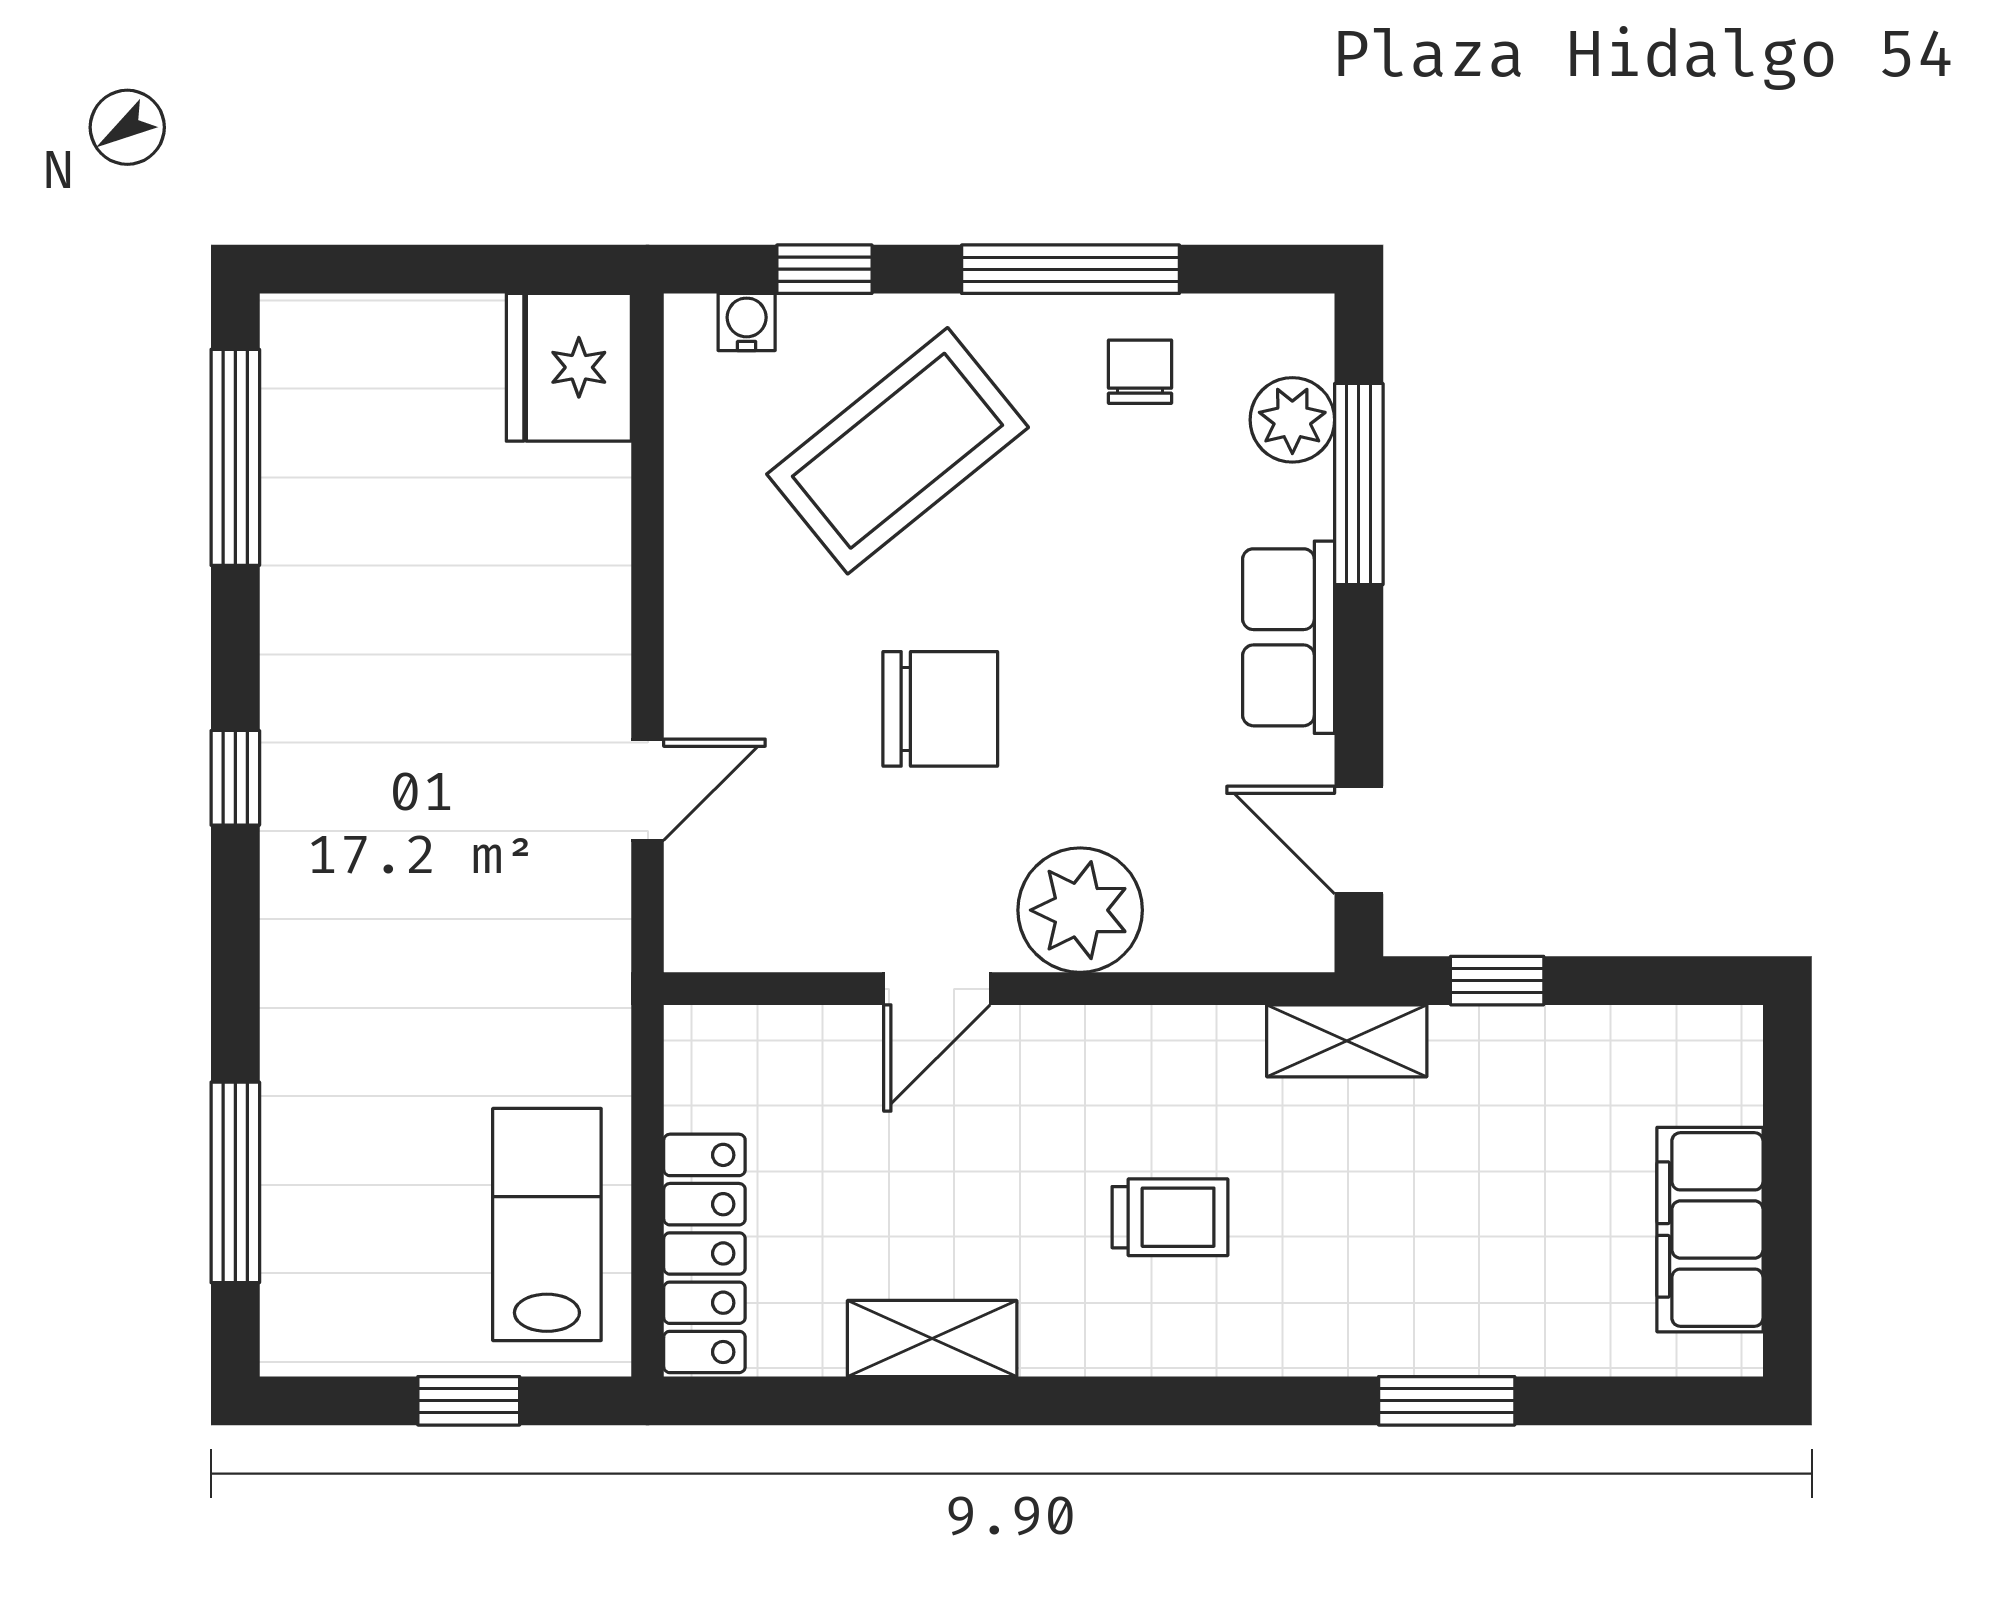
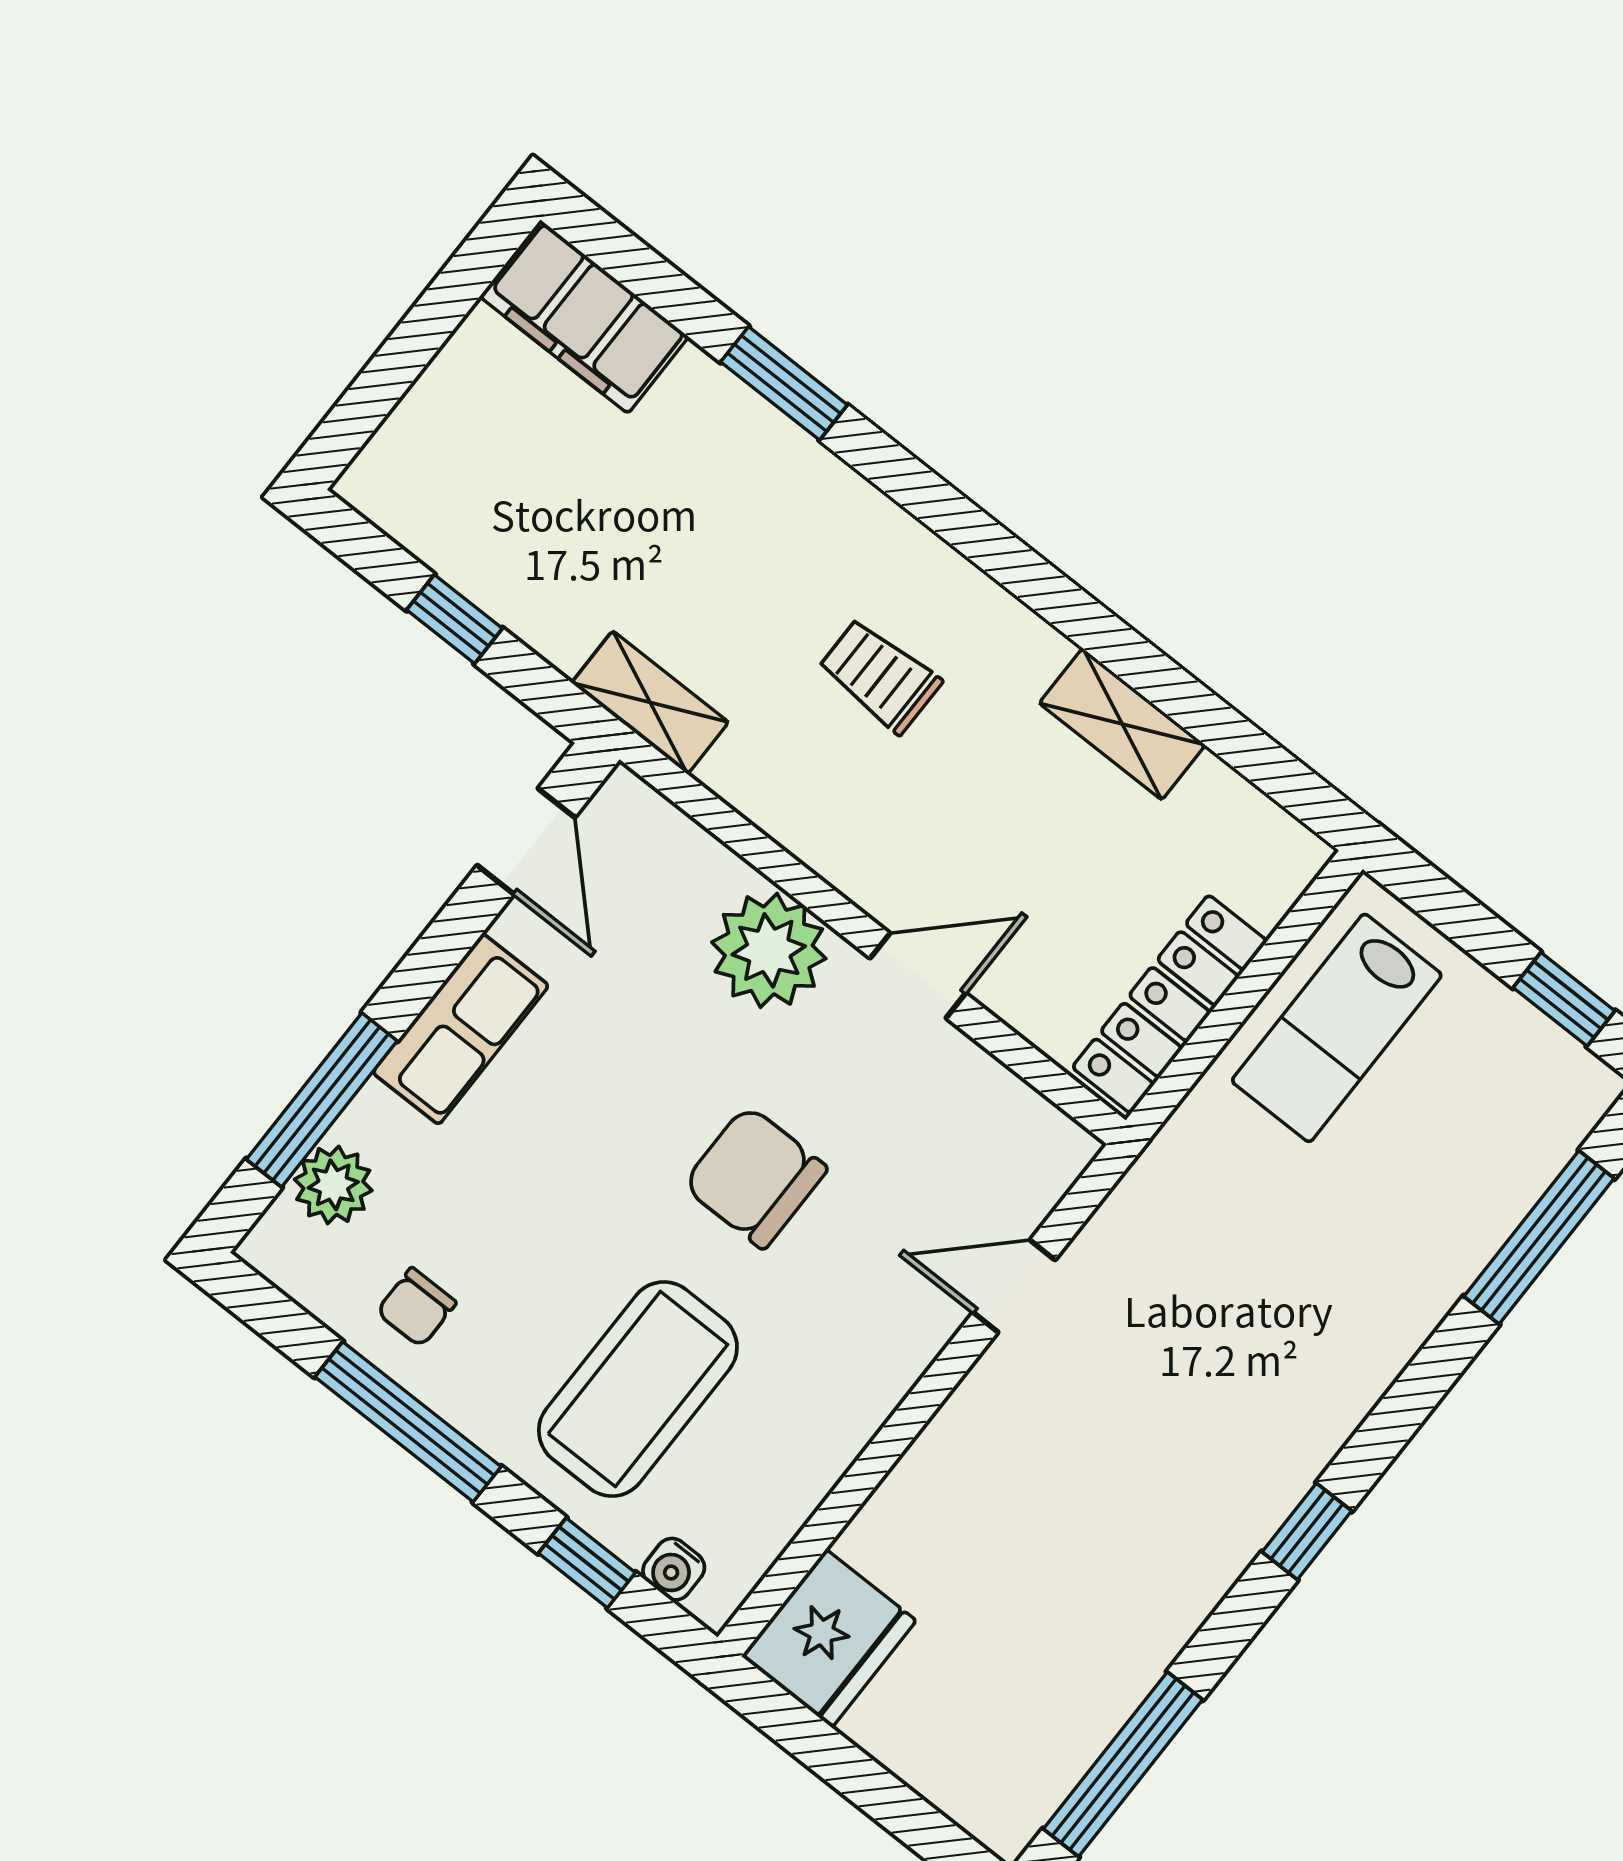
coffee table: (898, 451) -> (638, 1389), turned -51
window: (1497, 981) -> (454, 619), moved
filing cabinet: (1710, 1230) -> (584, 317), moved, turned 90
locker: (704, 1253) -> (1170, 1004), moved
window: (469, 1401) -> (1564, 999), moved

